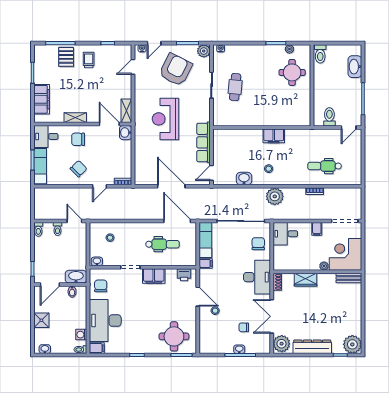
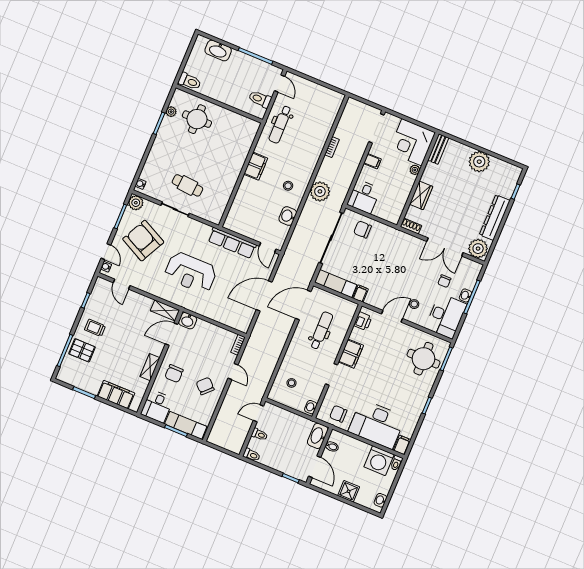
dental chair: (325, 166) -> (280, 124), moved
desk: (257, 277) -> (446, 316), moved, turned 90
washing machine: (81, 335) -> (379, 461), width x1.89, depth x1.89
plant: (352, 344) -> (479, 162), moved

